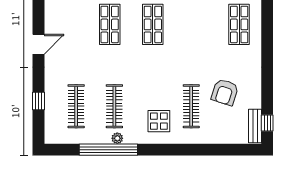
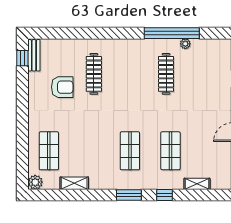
armchair: (225, 92) -> (62, 87), turned 72
clothes rail: (76, 106) -> (202, 74), removed
display table: (159, 121) -> (124, 60), removed
plant: (117, 138) -> (185, 44), moved

